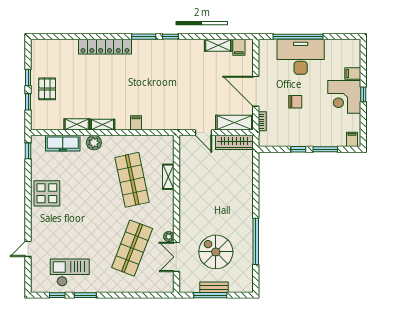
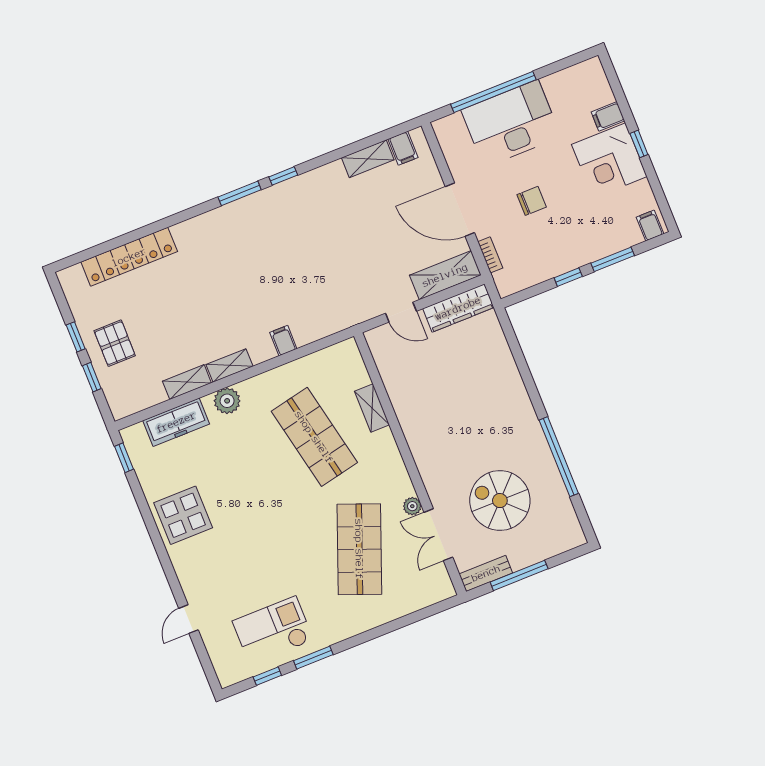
locker: (105, 47) -> (129, 257), moved
bench: (214, 287) -> (486, 573), moved

